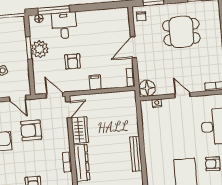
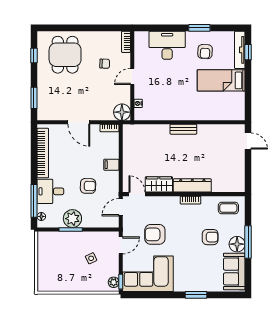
bookcase: (101, 15) -> (43, 153), added
chair: (141, 16) -> (105, 64), moved
dining table: (181, 32) -> (65, 55), moved
armchair: (31, 130) -> (155, 234), turned 90
bench: (136, 154) -> (183, 129), width x0.73

